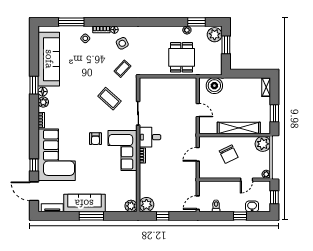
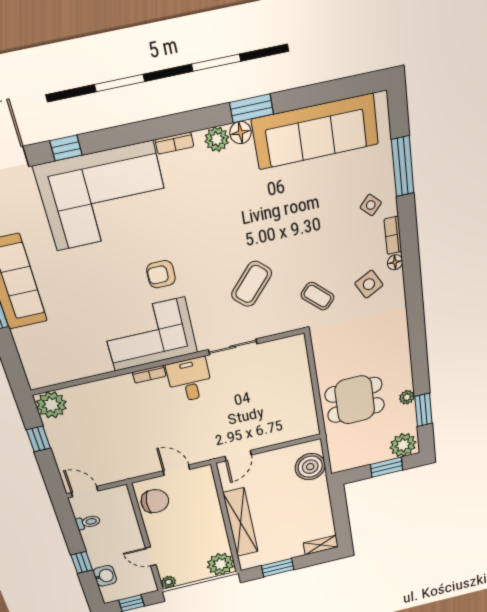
door: (198, 110) -> (238, 456), moved
chair: (229, 154) -> (155, 501), moved, turned -149
plant: (131, 206) -> (39, 377), removed

